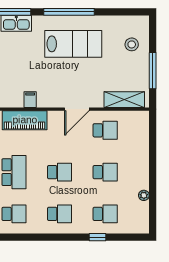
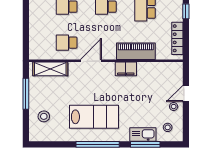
lab bench: (73, 44) -> (94, 117), turned 180
filing cabinet: (30, 100) -> (126, 69), width x2.00

